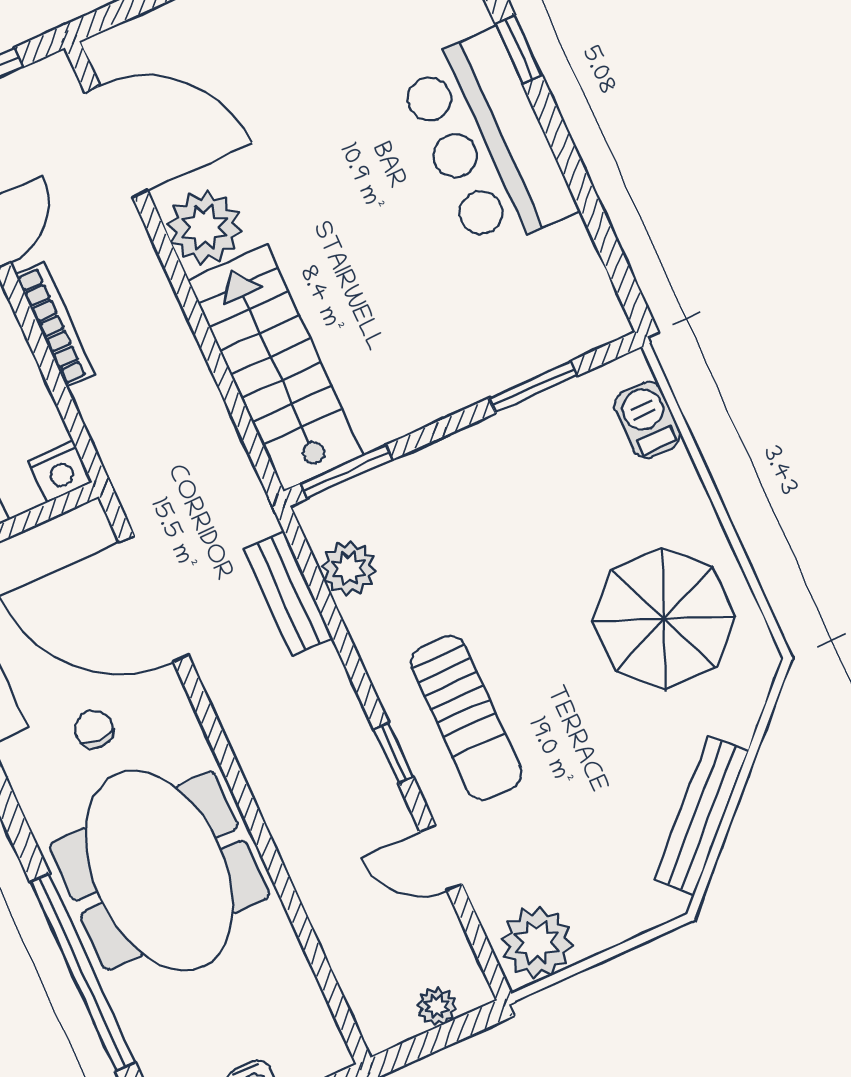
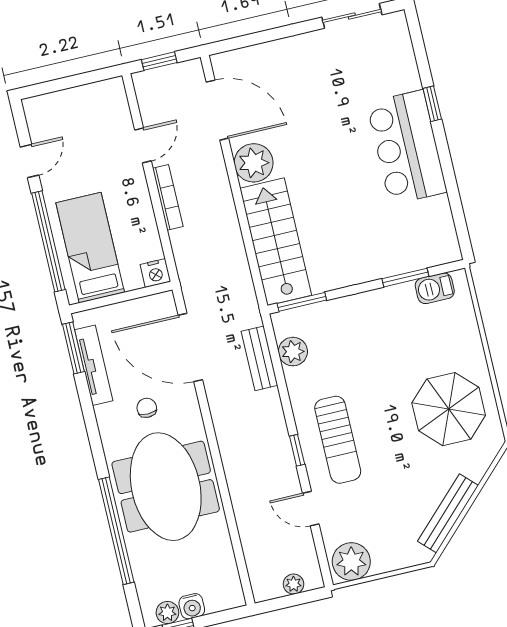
barbecue: (648, 420) -> (435, 288), moved, turned -90

